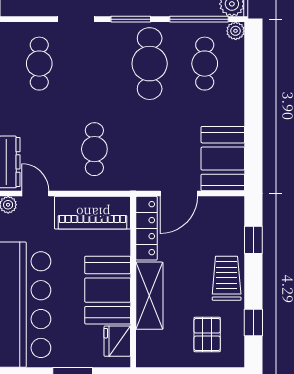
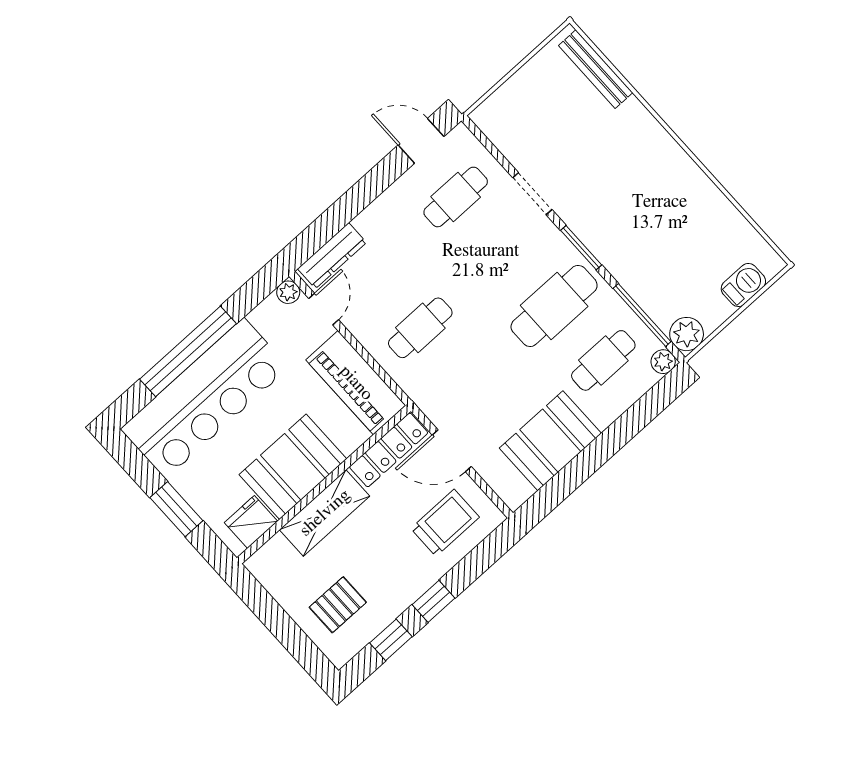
booth: (223, 159) -> (550, 441), moved
window: (253, 240) -> (433, 601), moved
trolley: (227, 278) -> (445, 523), moved

